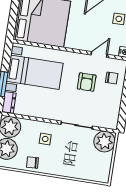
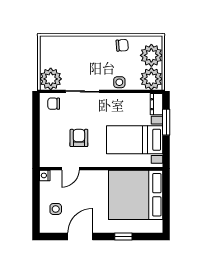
chair: (112, 78) -> (54, 104), moved
side table: (45, 139) -> (119, 82), moved

